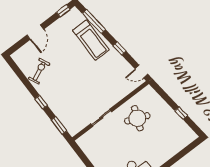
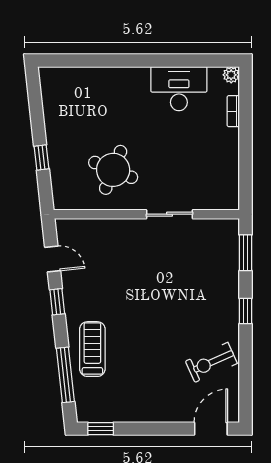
door: (35, 32) -> (211, 429), moved
treadmill: (91, 40) -> (92, 349), width x0.73, depth x0.73
door: (141, 71) -> (53, 259), moved
window: (181, 113) -> (41, 158), moved

